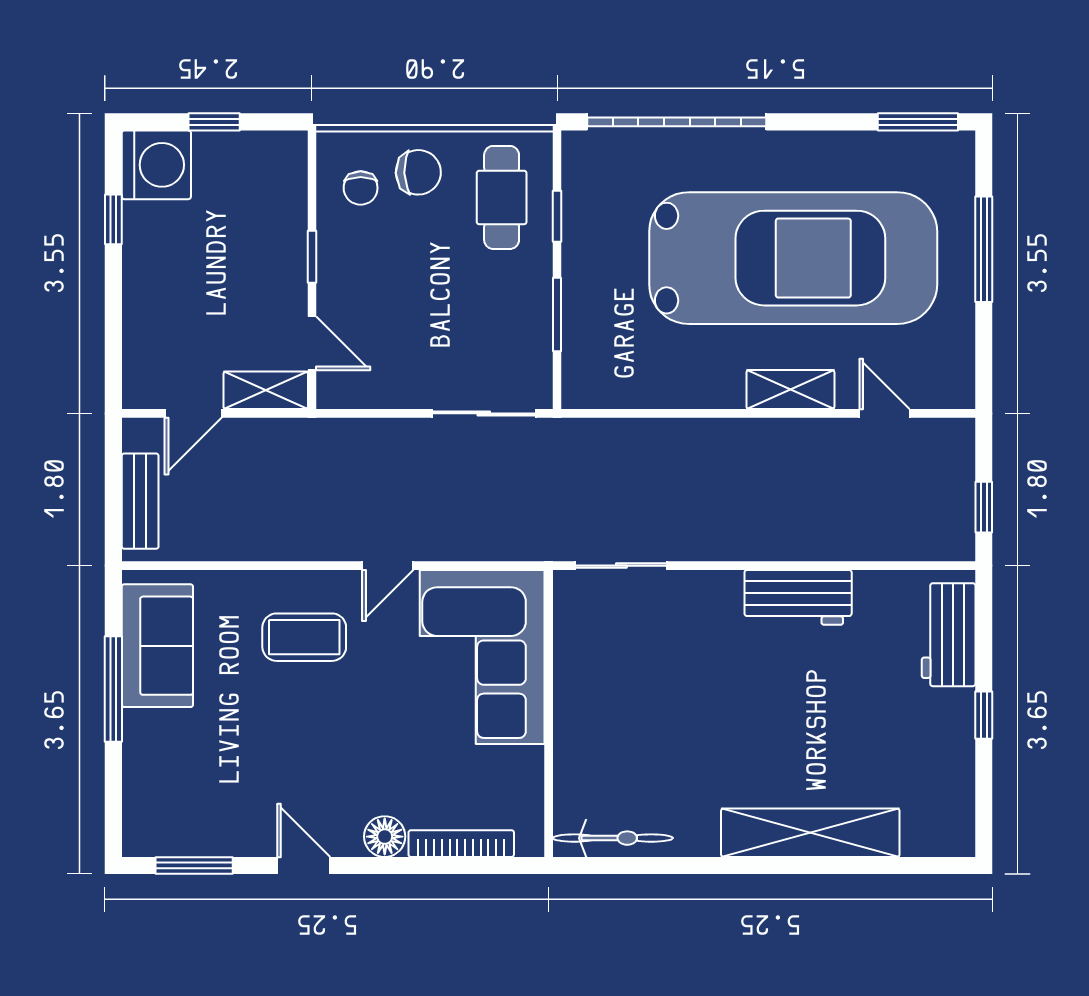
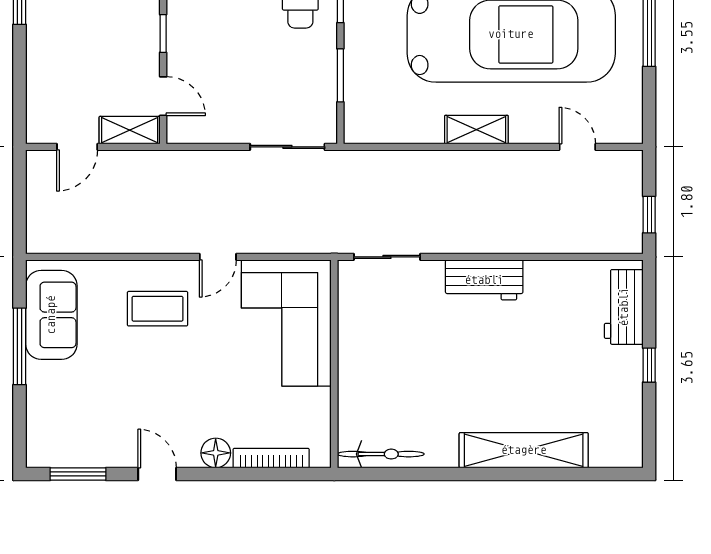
shelving: (790, 390) -> (476, 130), moved
bench: (140, 501) -> (39, 210), removed
workbench: (798, 597) -> (484, 280), moved

